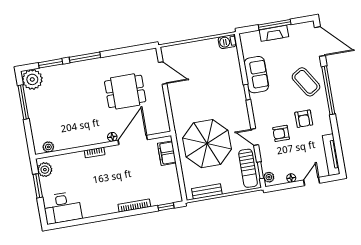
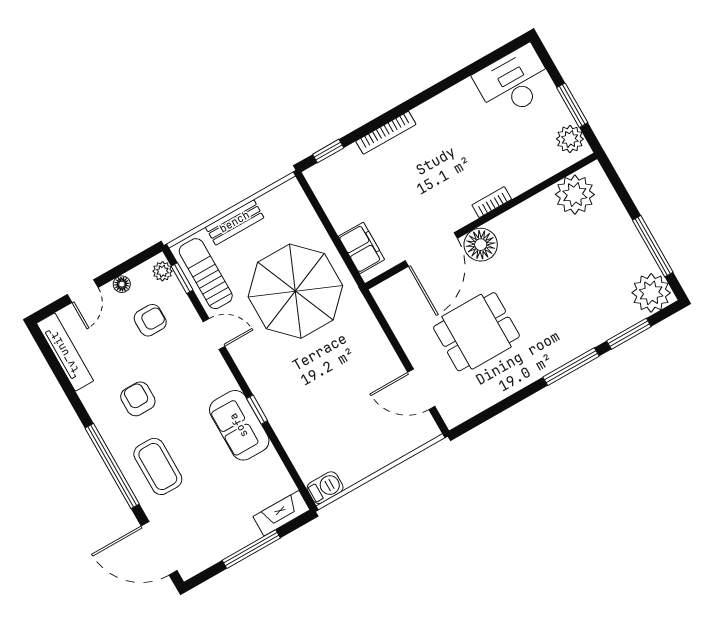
fireplace: (274, 33) -> (281, 513), moved
sofa: (256, 75) -> (239, 425), moved
coffee table: (306, 82) -> (158, 466), turned 32
armchair: (281, 133) -> (150, 320), moved
floor lamp: (112, 137) -> (481, 245), width x1.89, depth x1.89
plant: (48, 147) -> (575, 195), width x1.87, depth x1.87
bench: (207, 191) -> (235, 222), moved

